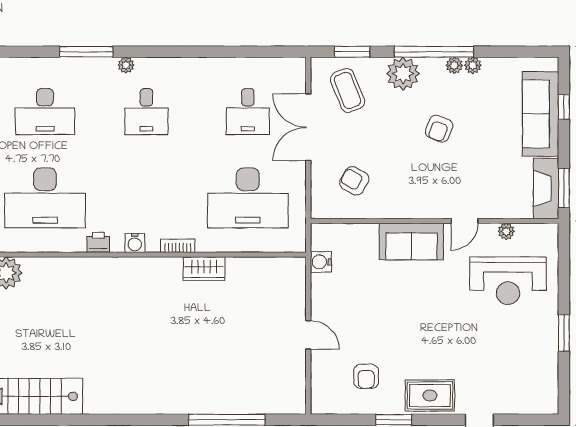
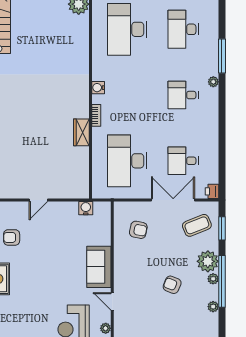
plant: (454, 65) -> (213, 279), moved
armchair: (354, 181) -> (138, 230), turned 73
printer: (98, 242) -> (212, 191), moved, turned 180

